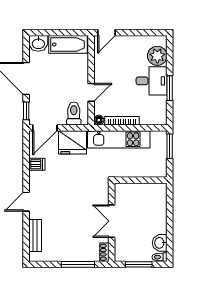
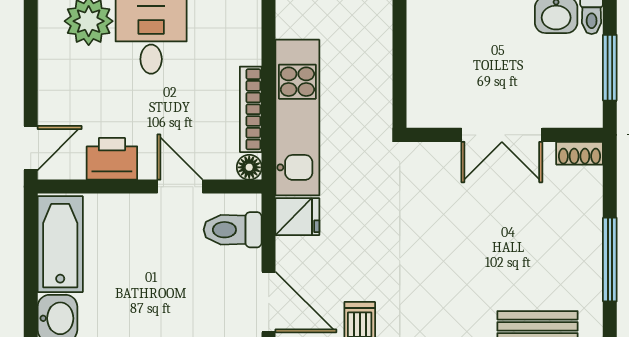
door: (106, 33) -> (31, 148), hinge flipped
printer: (102, 65) -> (112, 159), added
fridge: (72, 142) -> (297, 217), width x0.53, depth x0.75
window: (78, 264) -> (610, 260), moved

